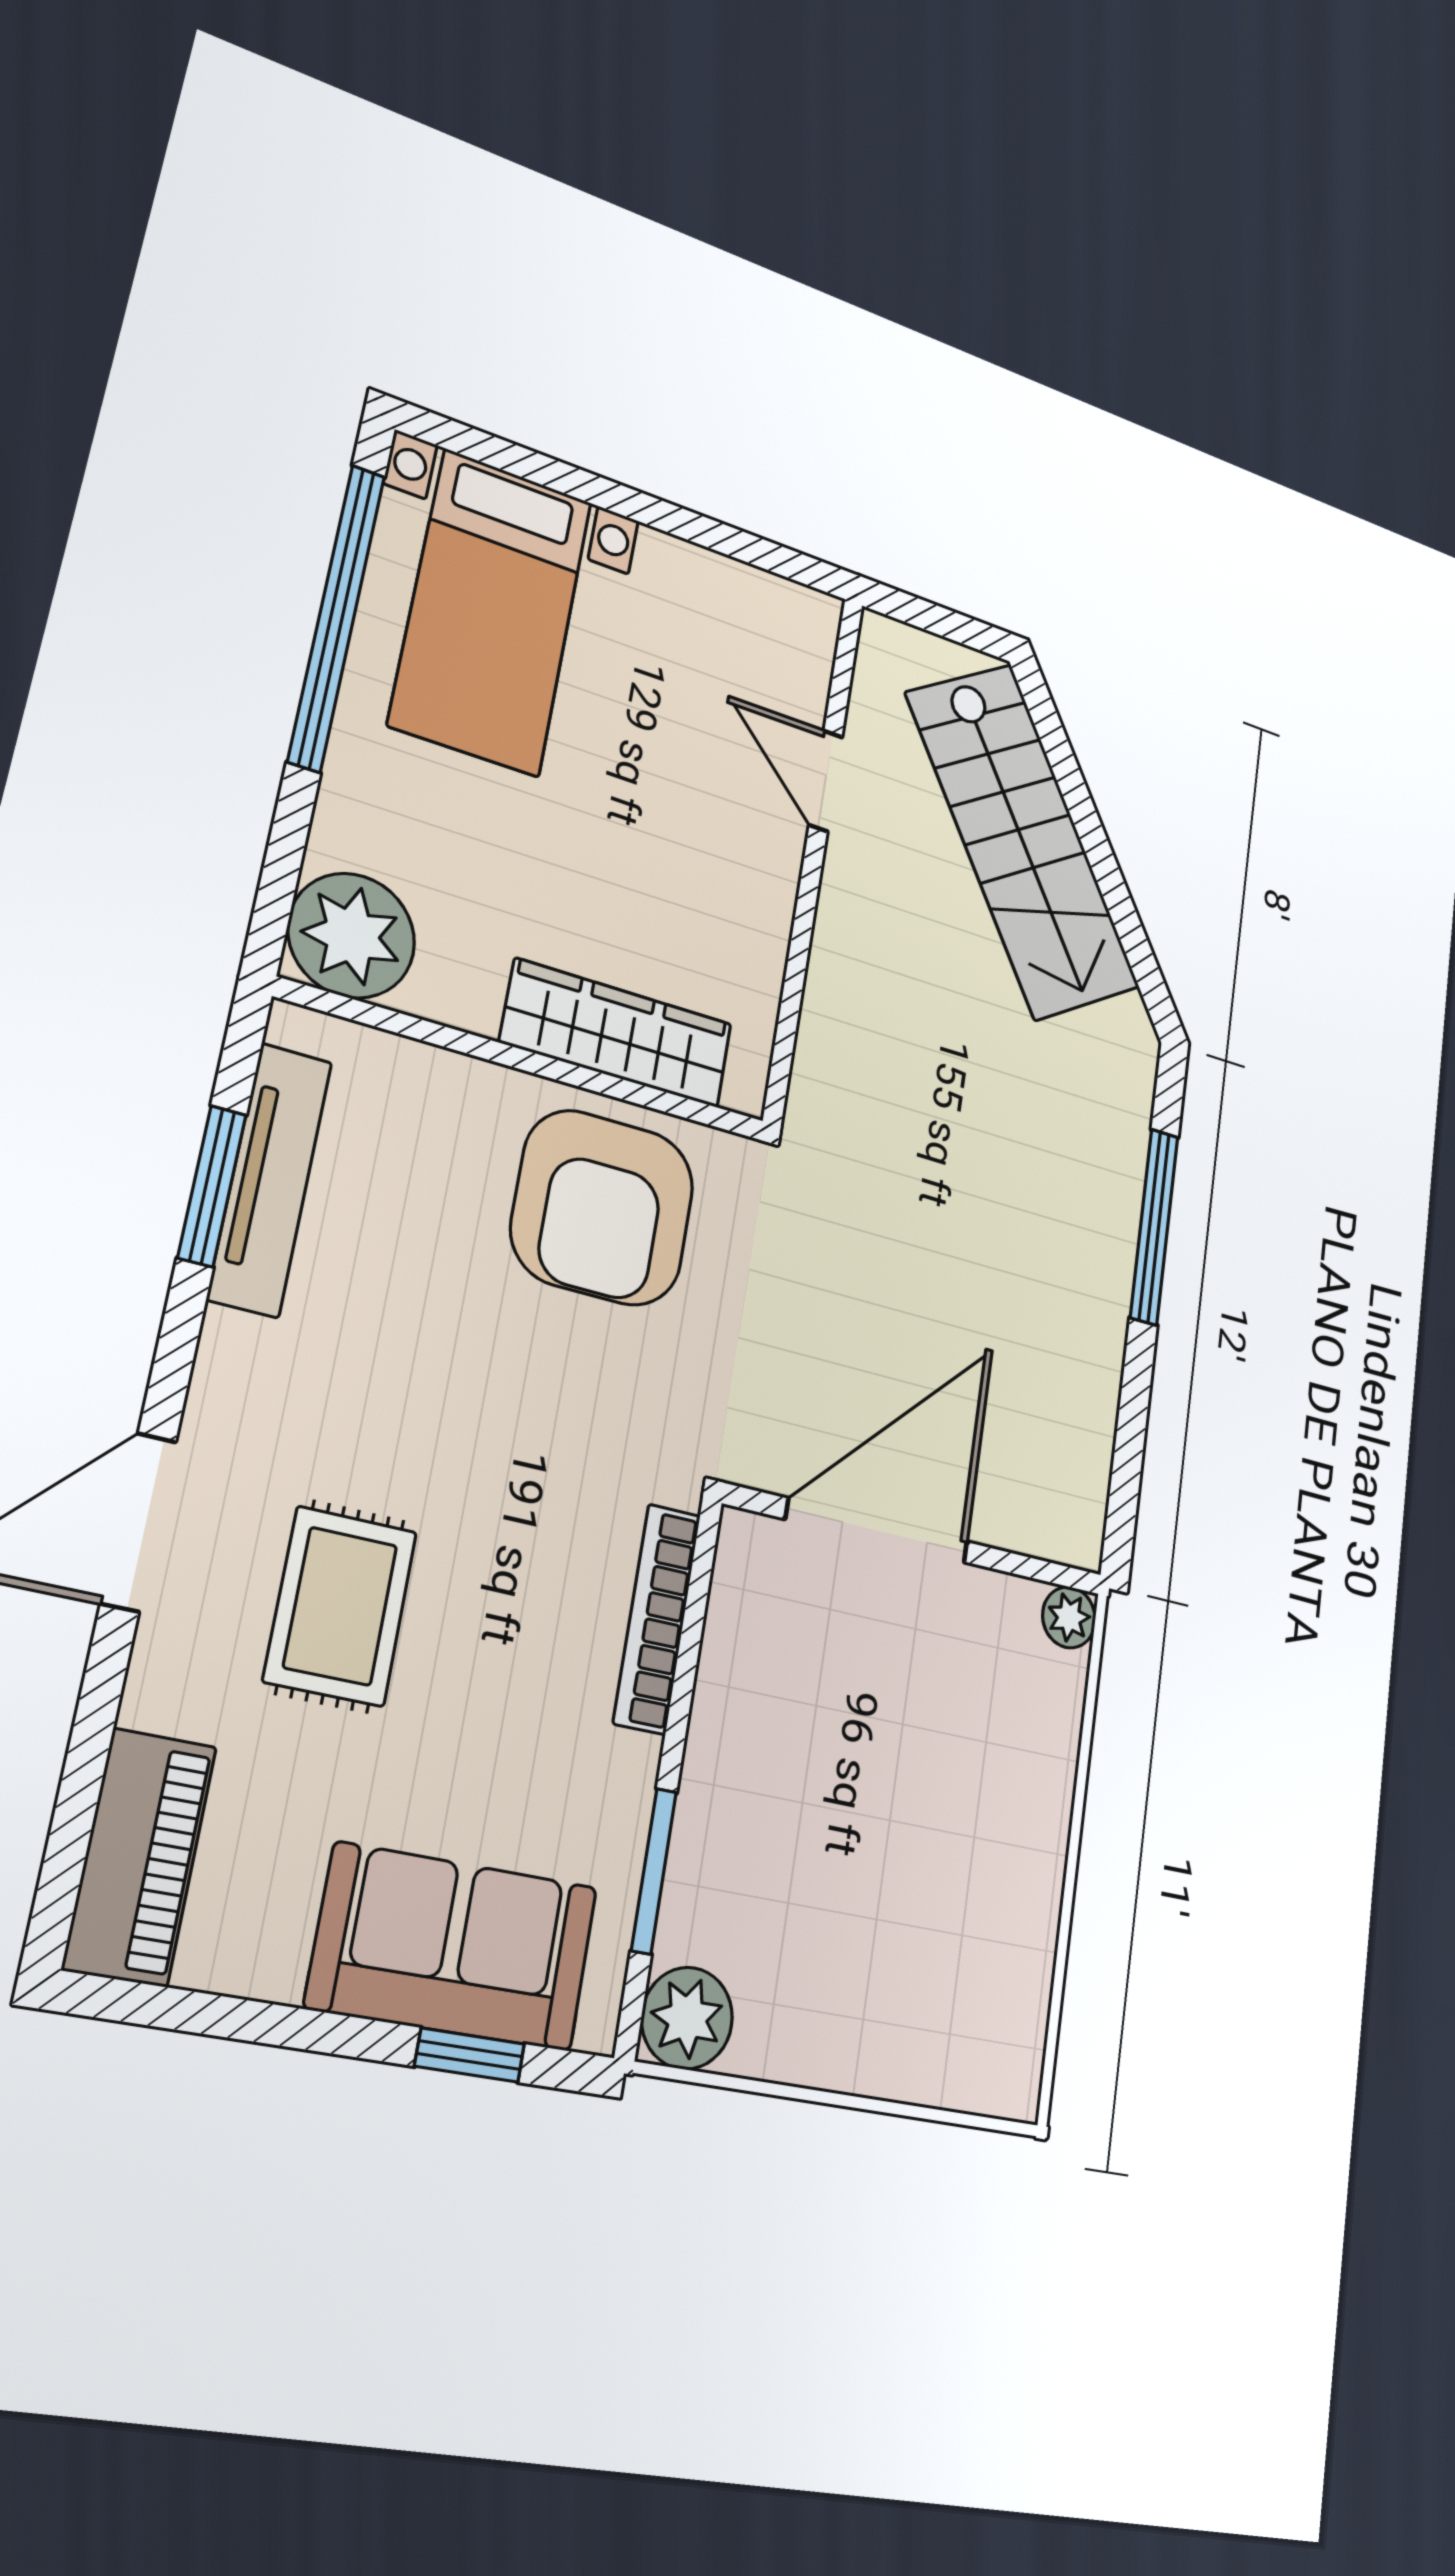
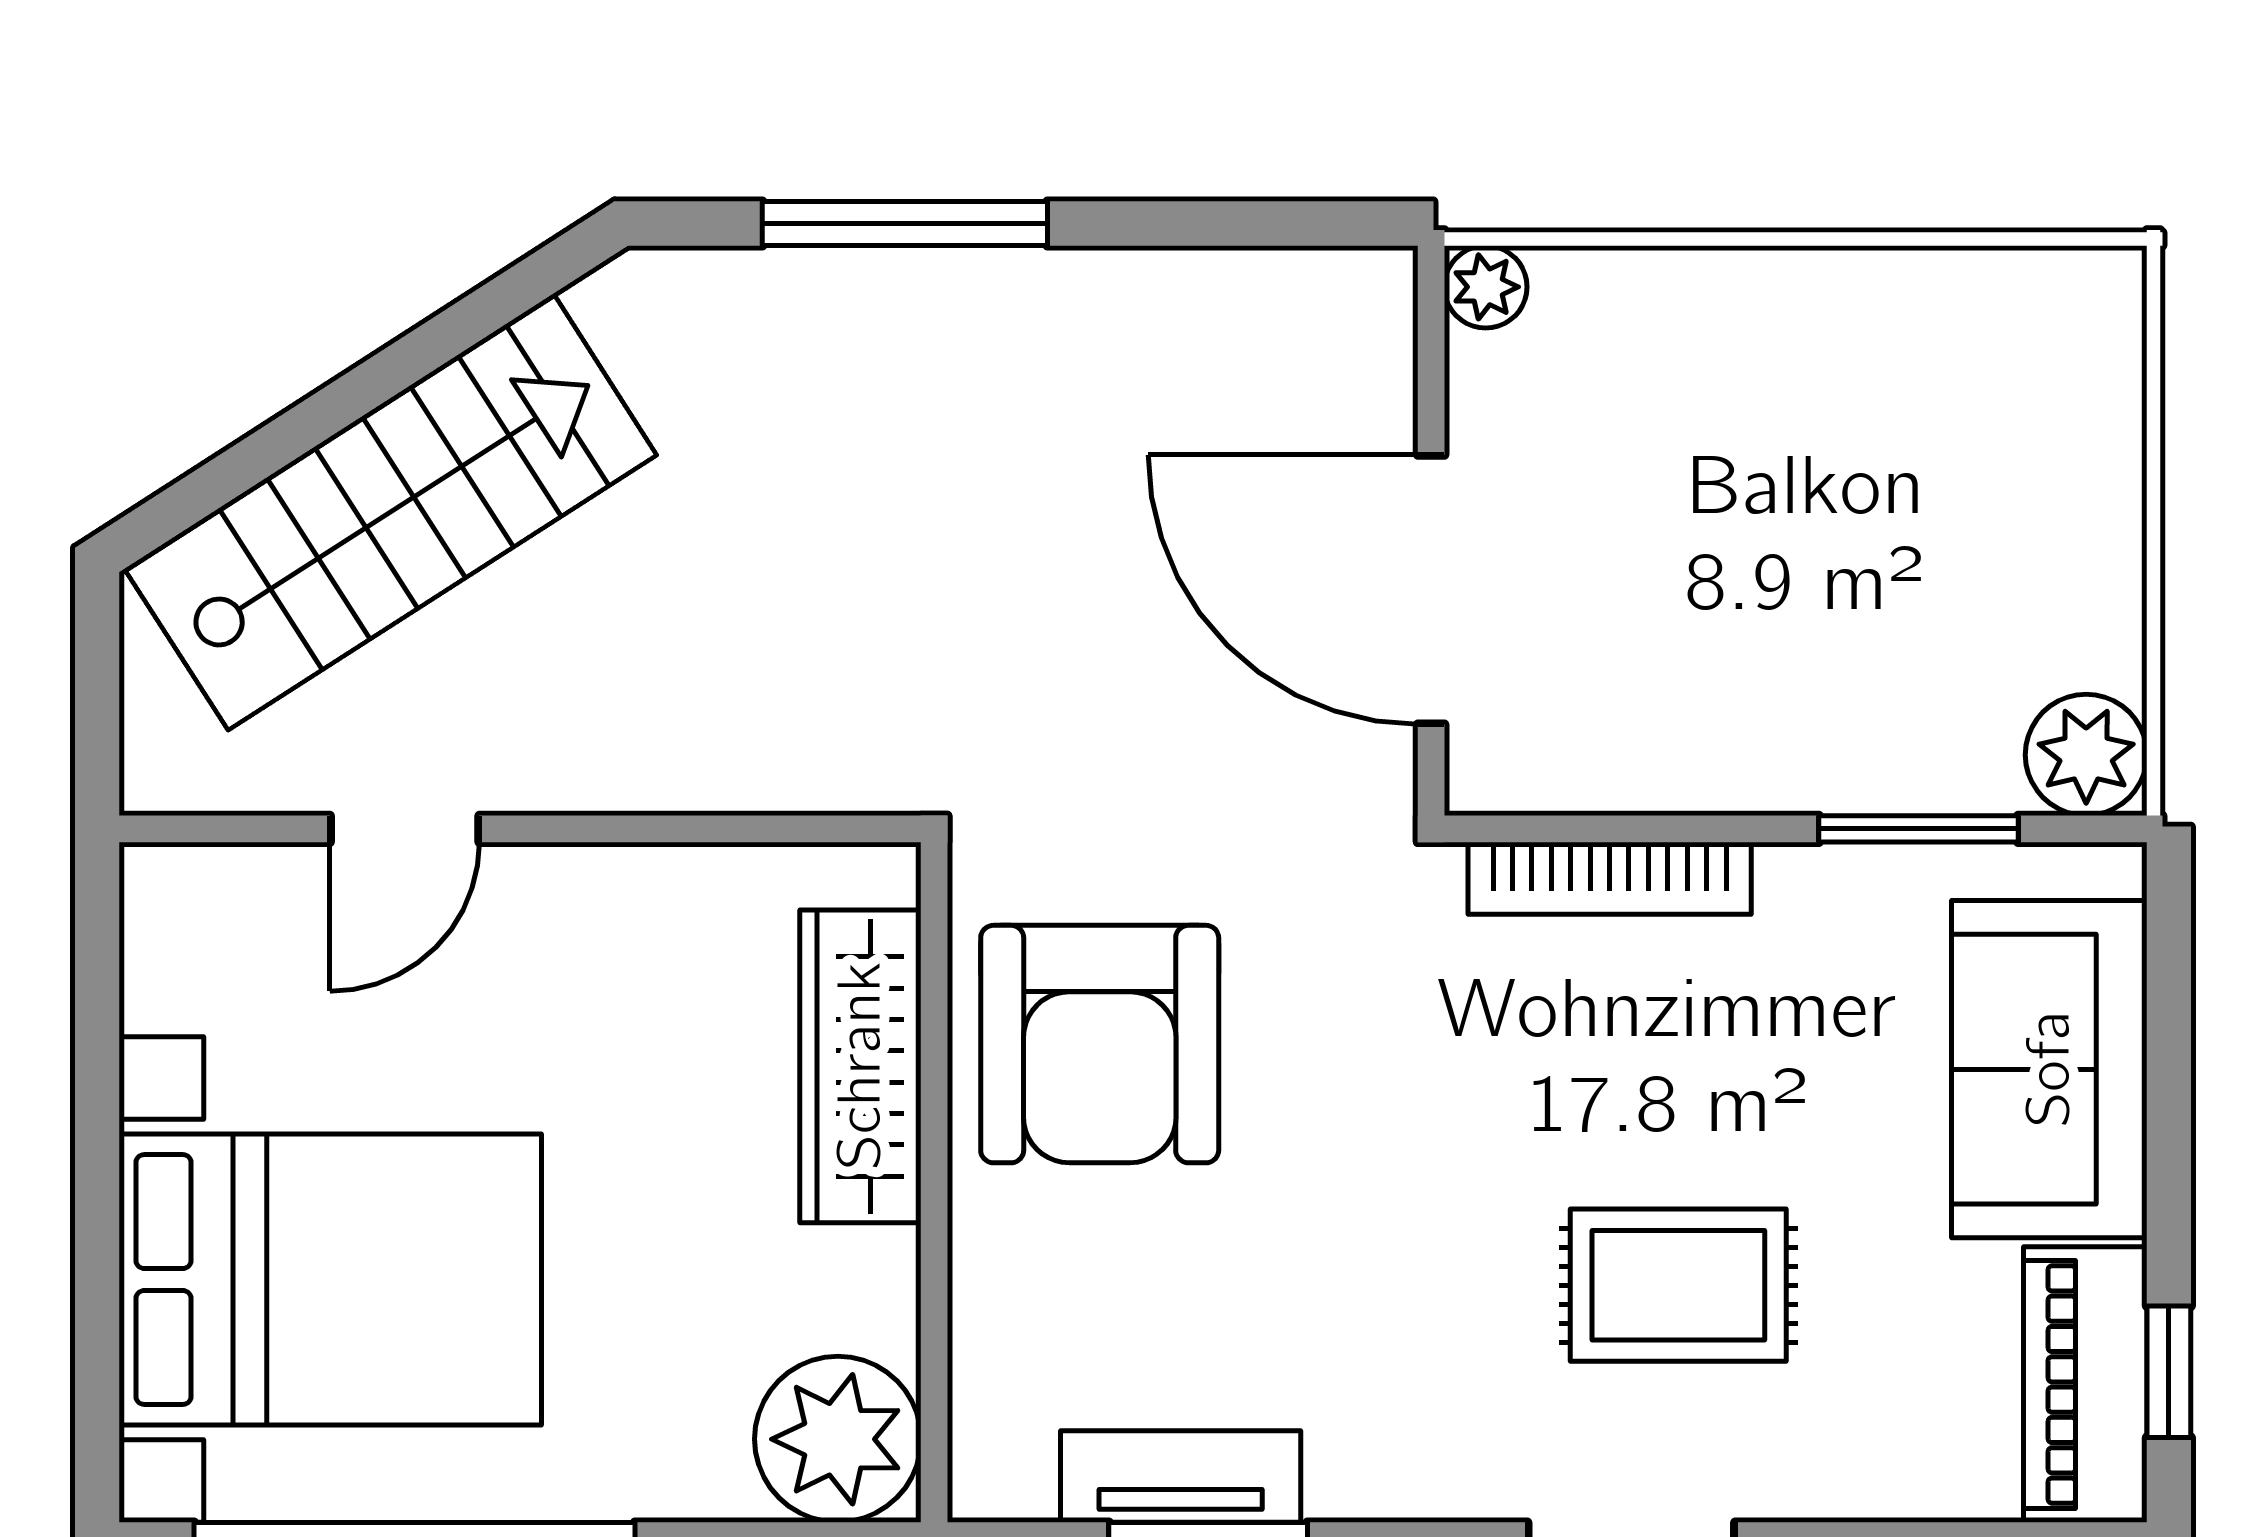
bed with nightstands: (491, 612) -> (330, 1280), width x1.36
tv unit: (270, 1179) -> (1181, 1477), width x0.71
armchair: (603, 1208) -> (1100, 1044), turned 90
piano: (140, 1857) -> (2085, 1384), moved, turned -90
window: (470, 2055) -> (2169, 1372), moved

